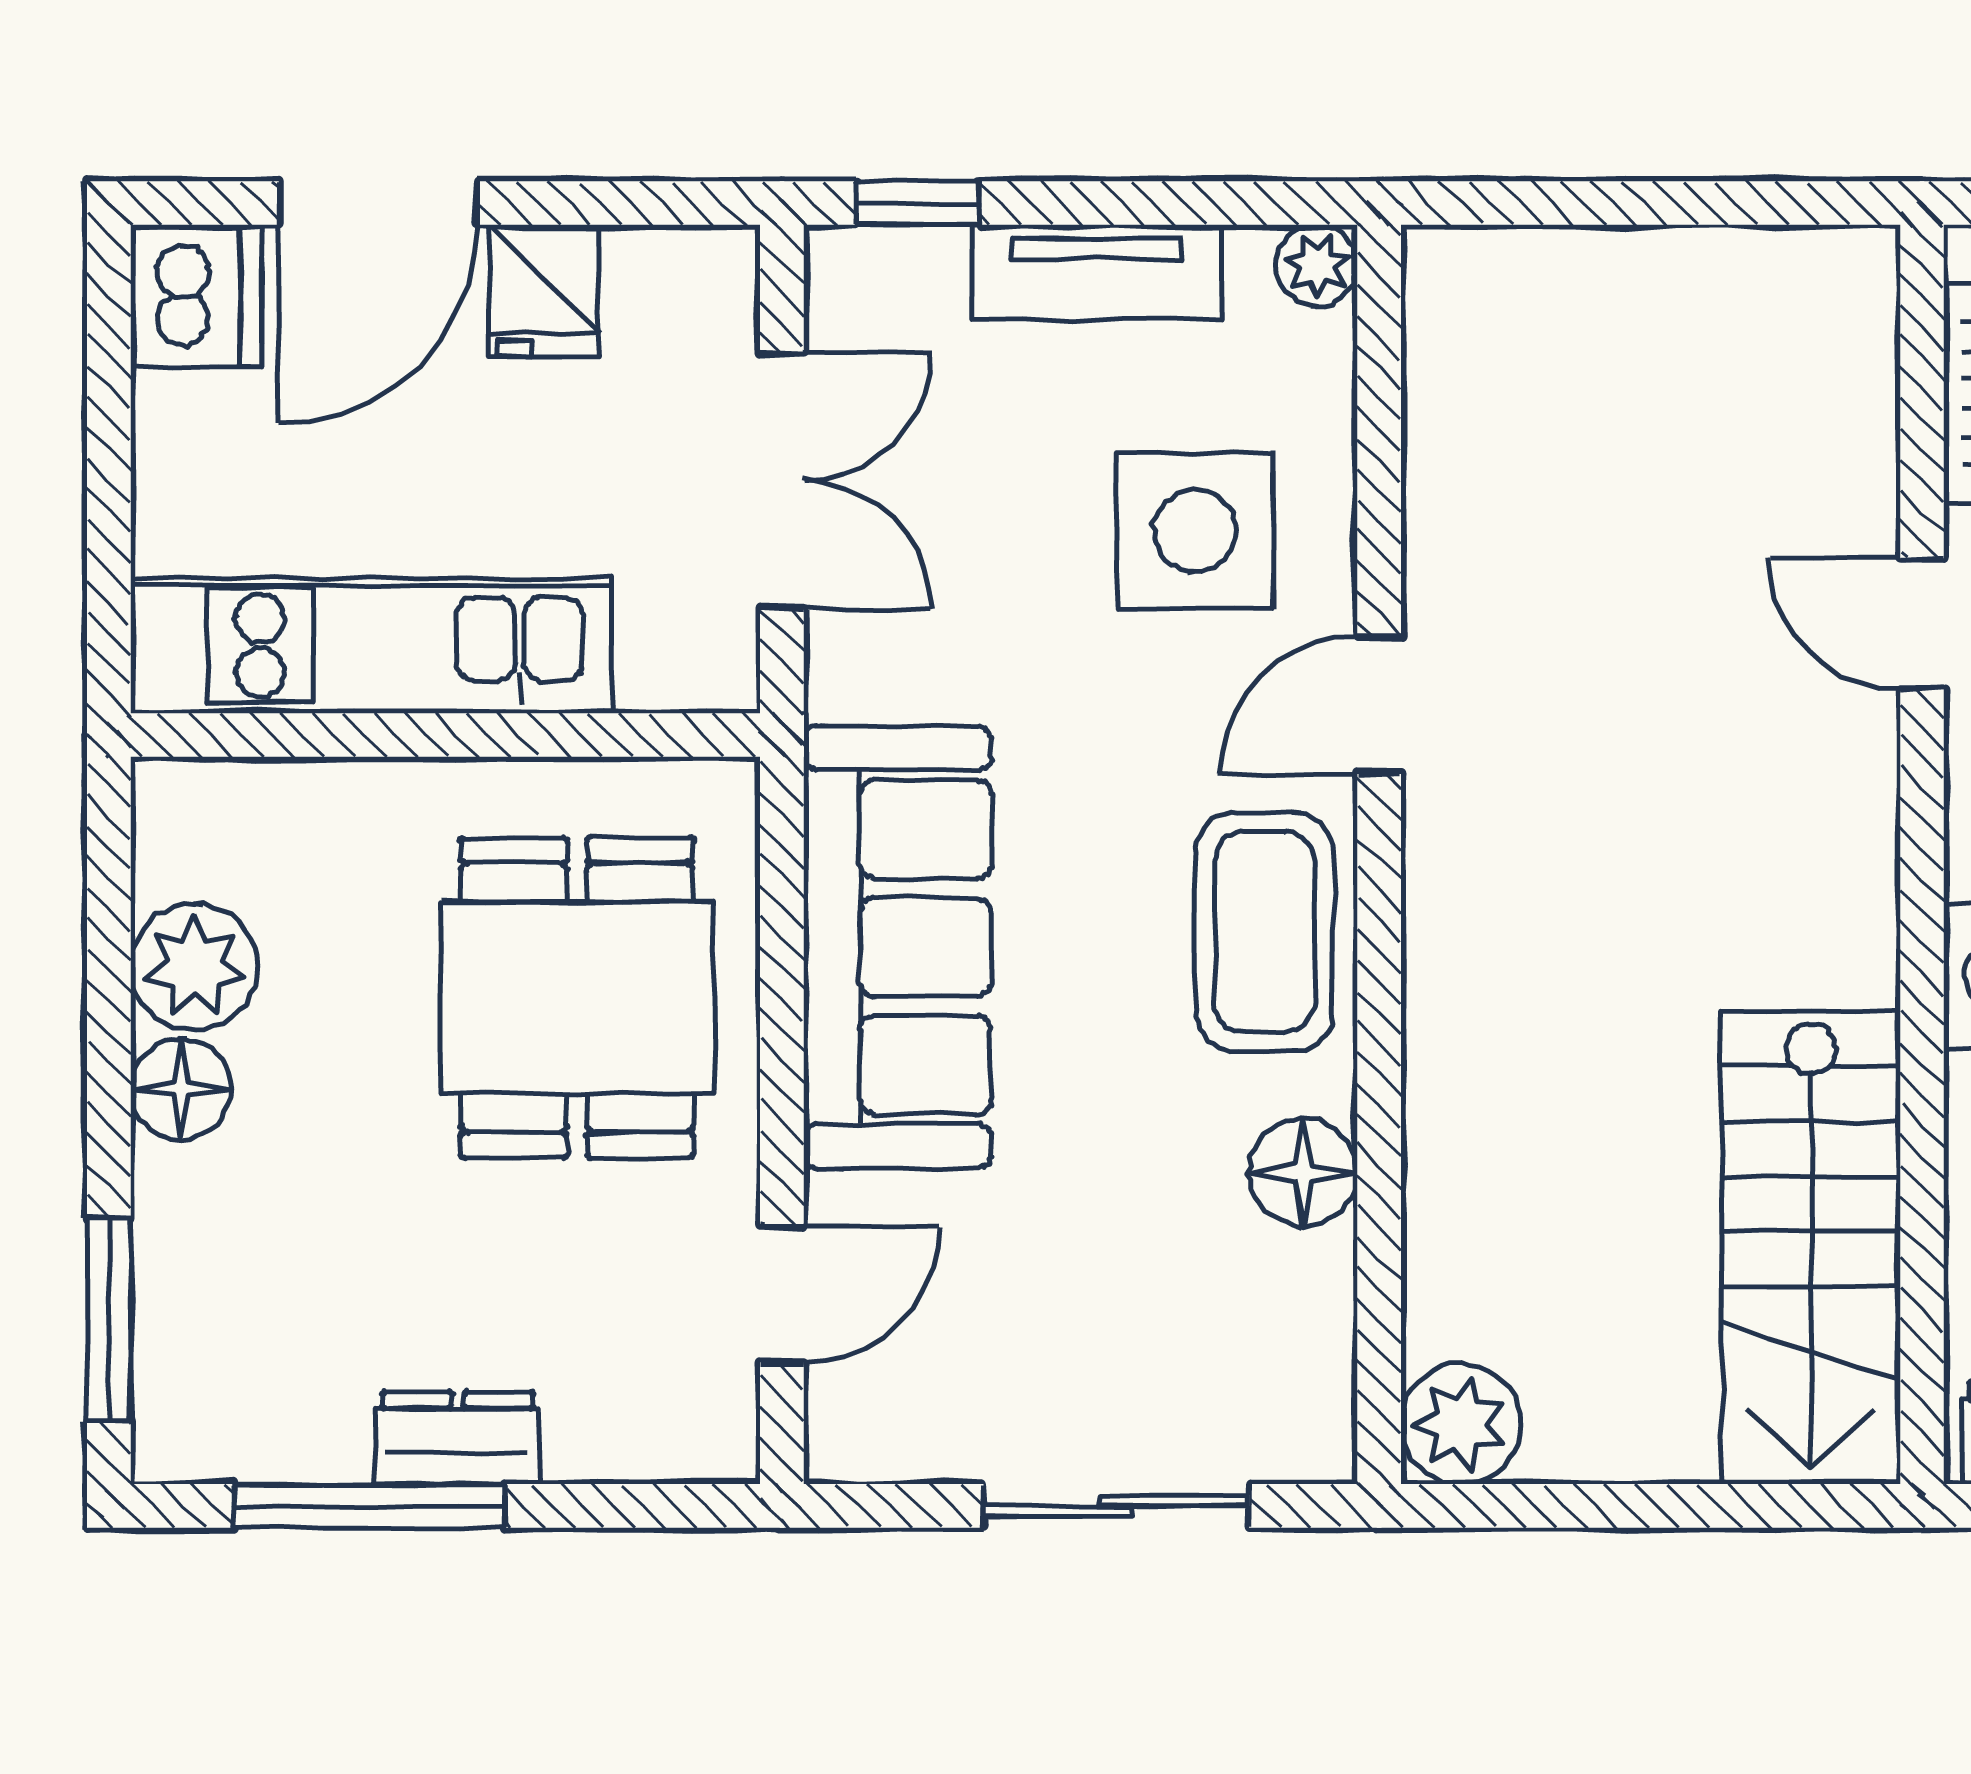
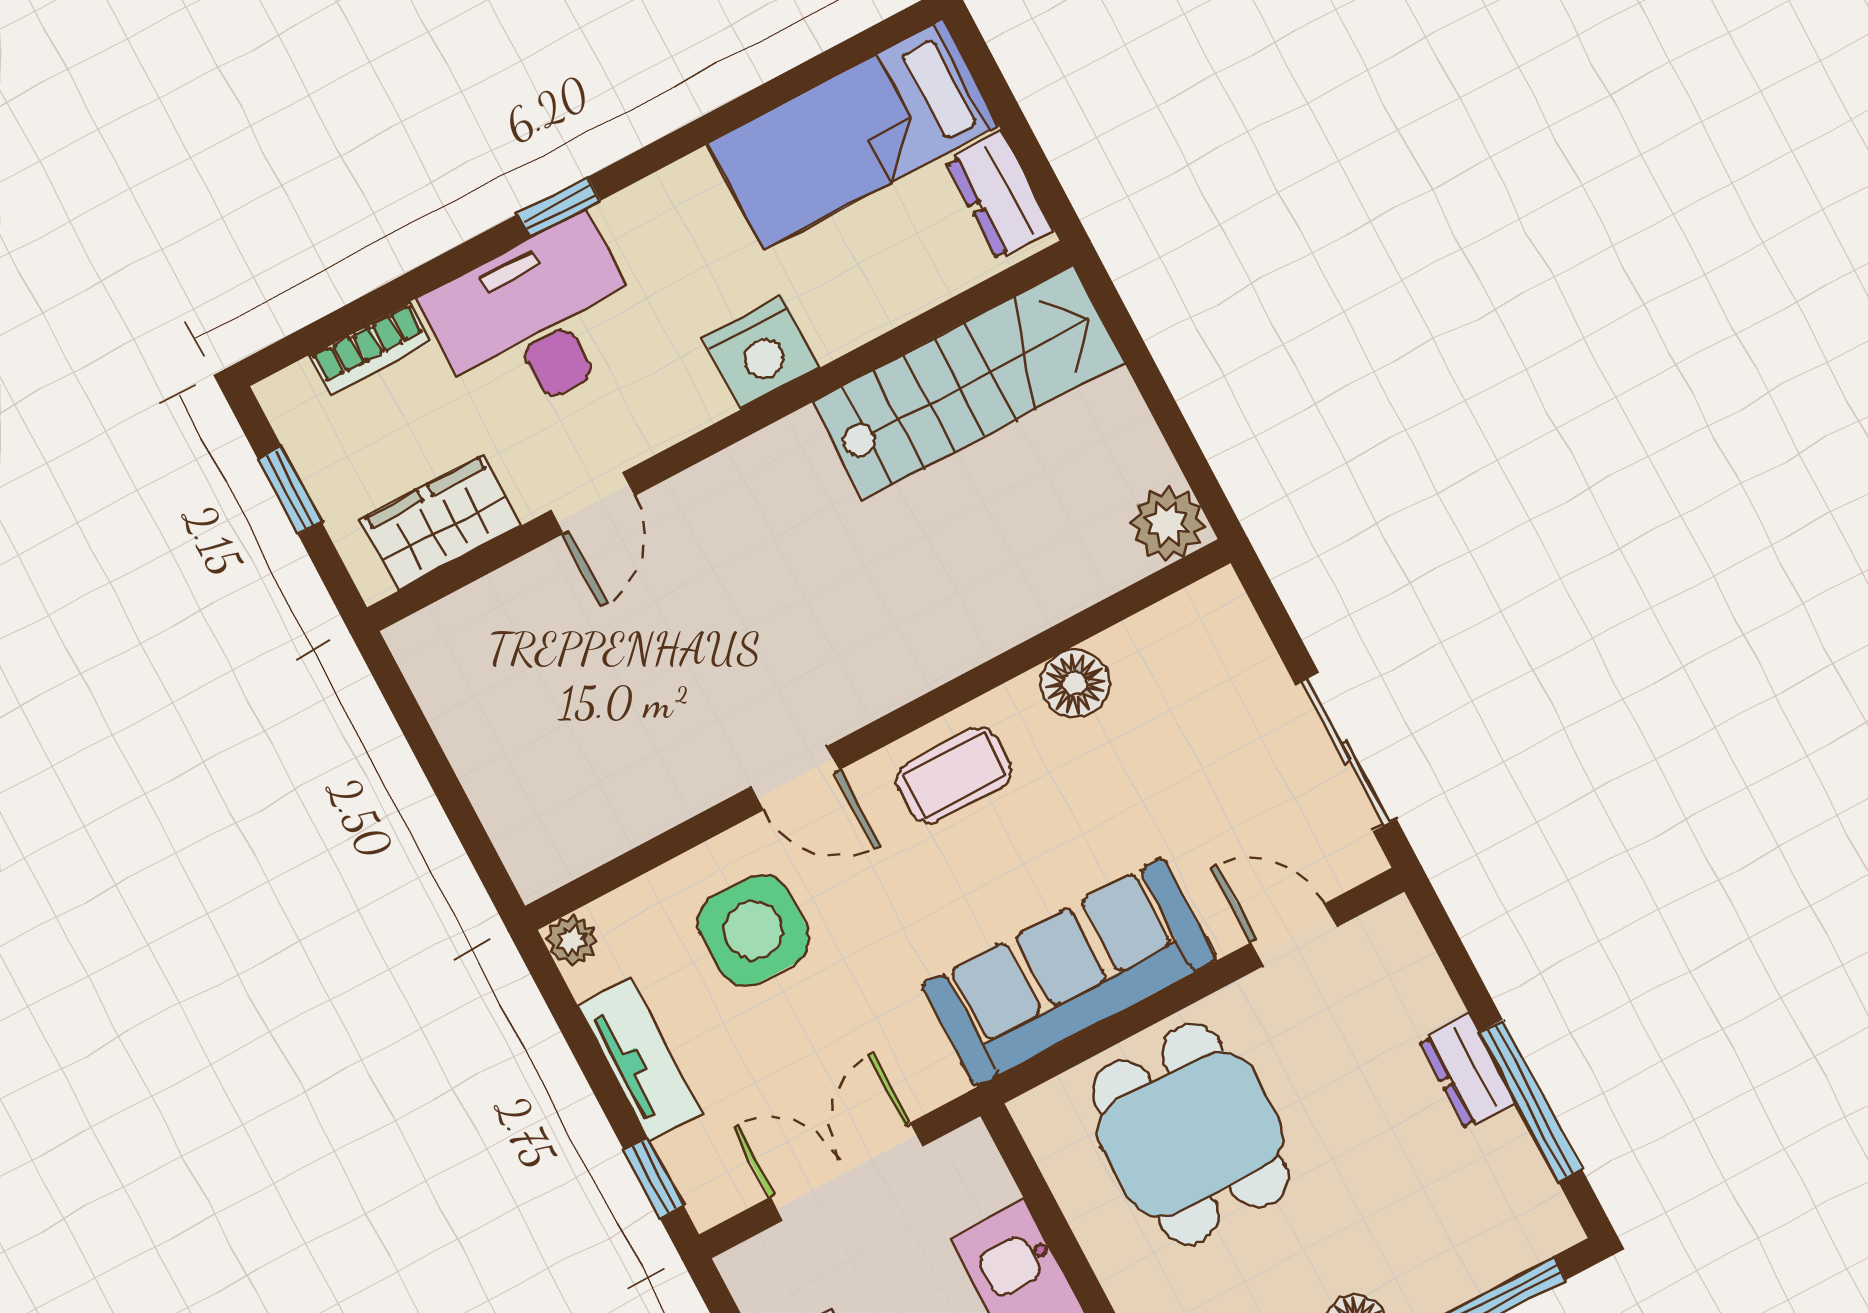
coffee table: (1264, 932) -> (954, 775), width x0.73, depth x0.77
dining table: (577, 998) -> (1190, 1134), turned 90
sliding door: (1116, 1506) -> (1346, 752), moved

